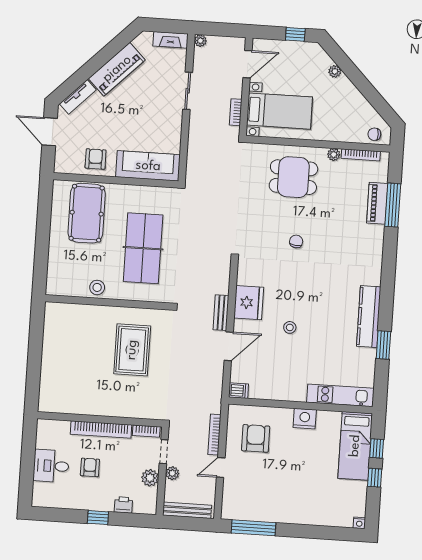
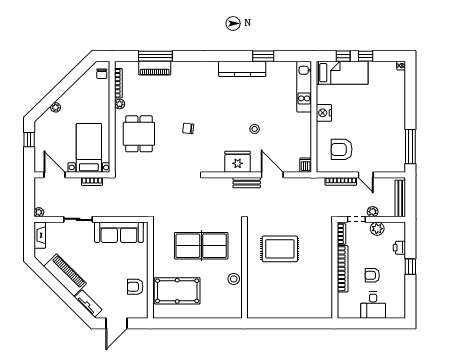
sofa: (148, 166) -> (119, 232), moved, turned -90

